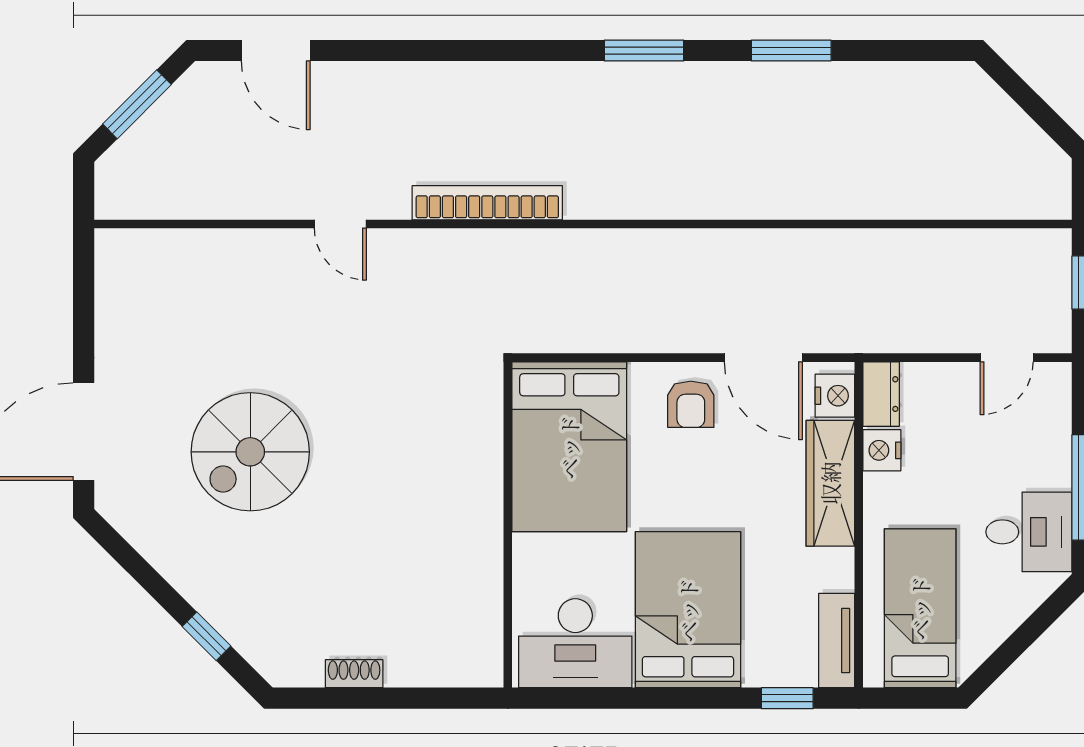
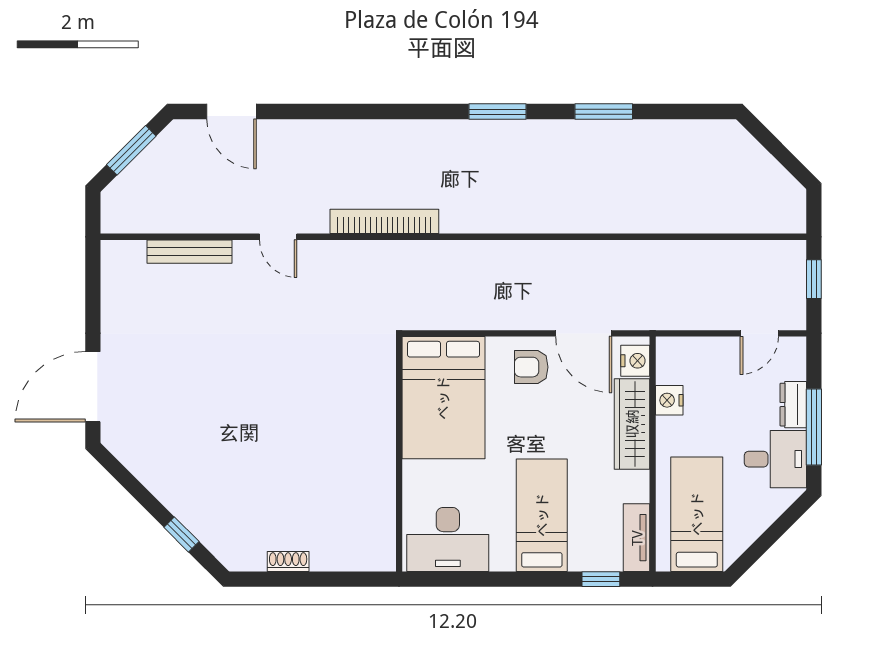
bench: (218, 245) -> (189, 252), added
dresser: (881, 394) -> (793, 405), moved, turned 180
armchair: (691, 404) -> (531, 367), turned 90
spiral stairs: (250, 452) -> (213, 401), removed
bed: (688, 610) -> (542, 515), width x0.67

